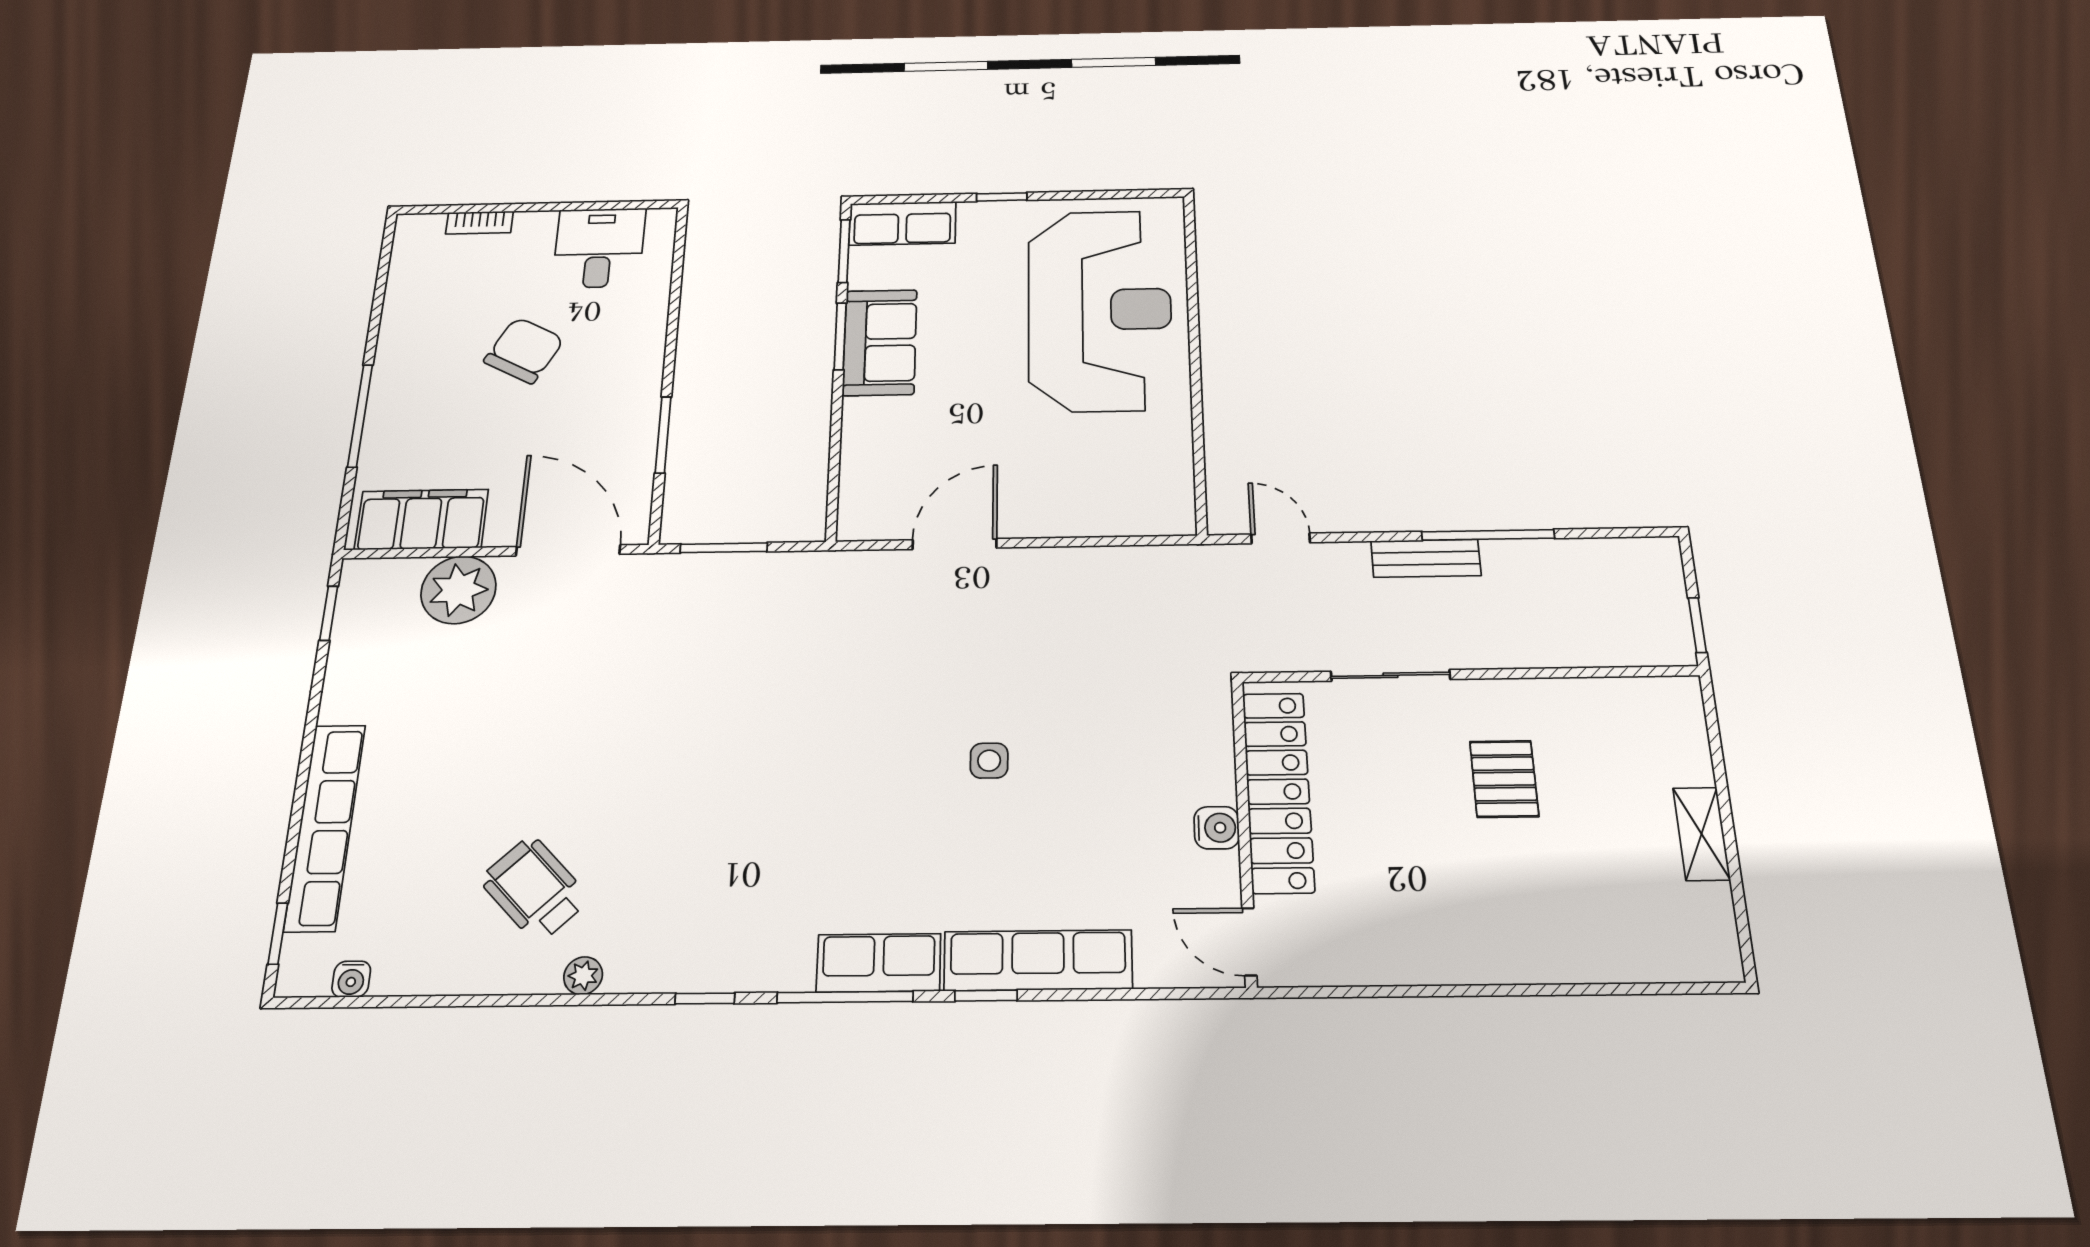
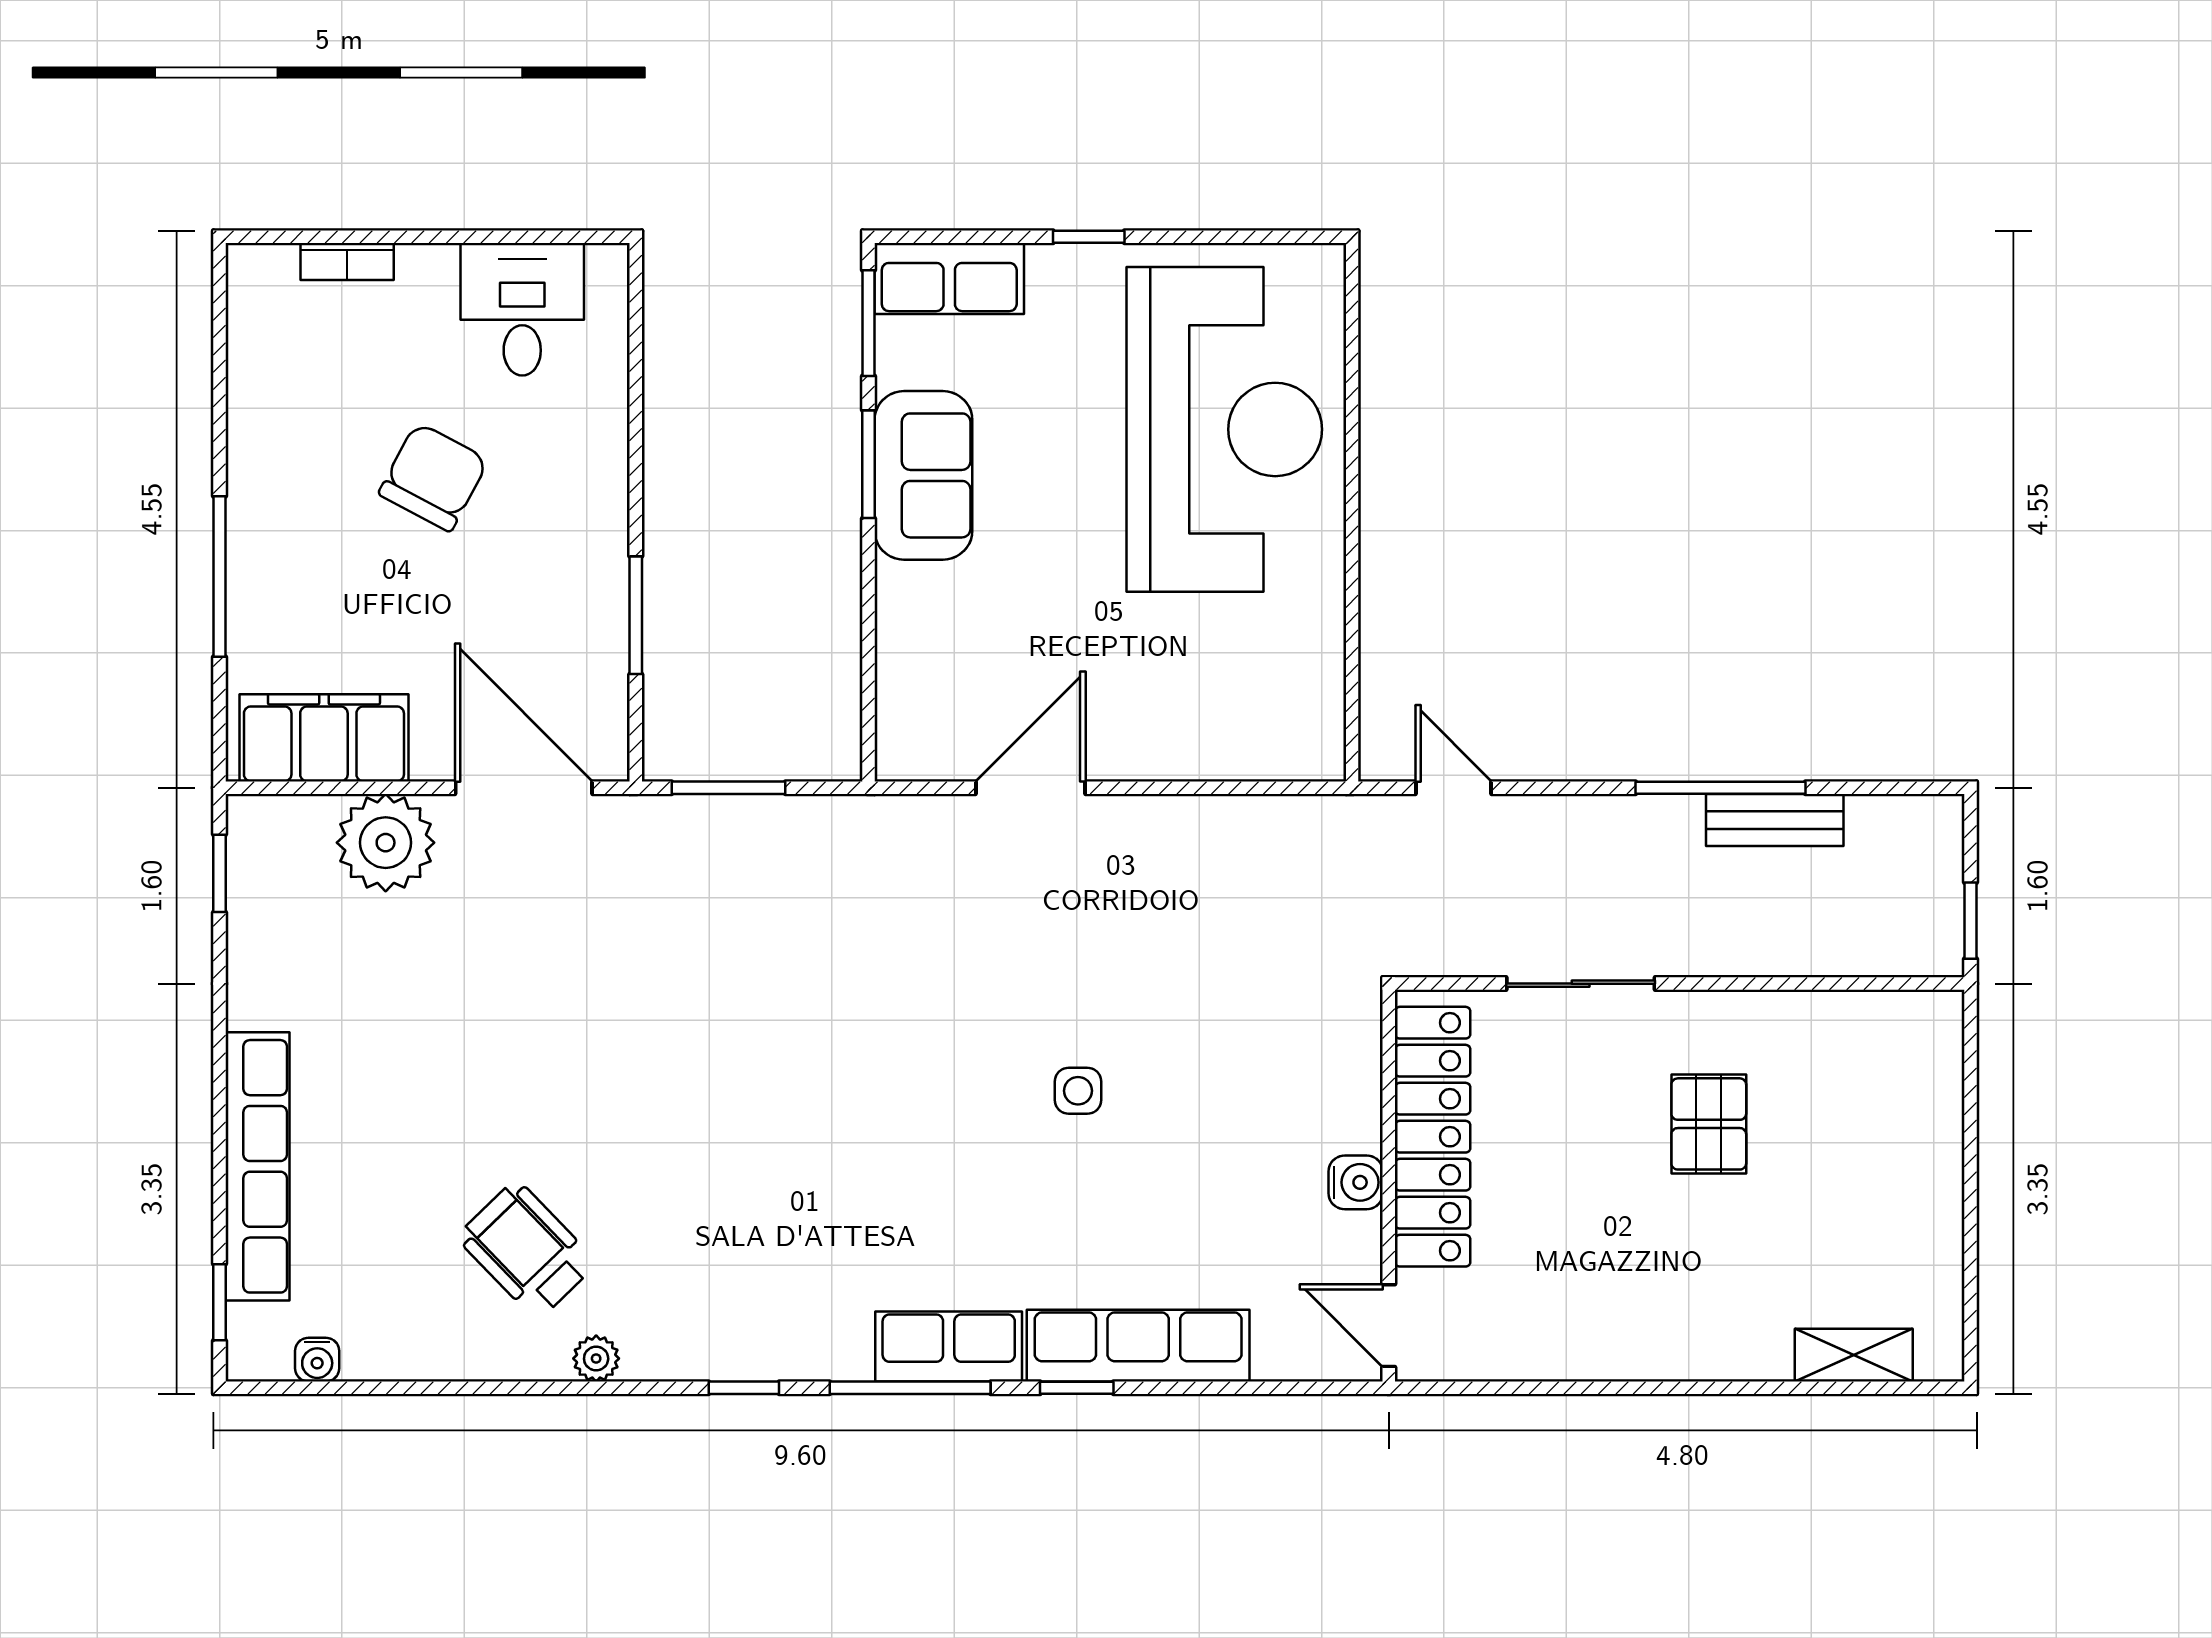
bench: (1426, 558) -> (1775, 820), moved
shelving: (1702, 834) -> (1854, 1355), moved, turned 90

